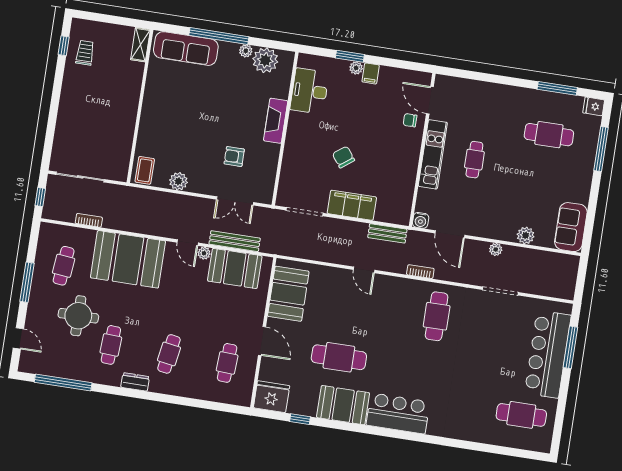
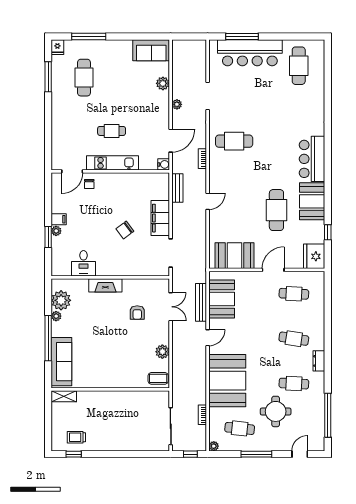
desk: (310, 91) -> (83, 263), width x0.73
plant: (204, 253) -> (214, 446), moved

